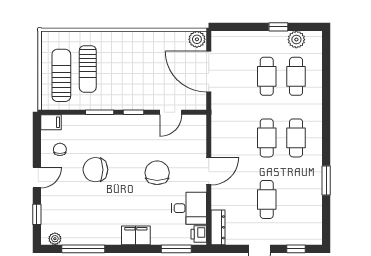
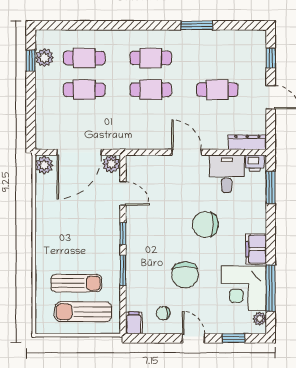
window: (278, 27) -> (31, 61), moved
plant: (198, 101) -> (111, 164), added
chair: (157, 173) -> (205, 224), moved
corner desk: (83, 224) -> (244, 288), added
filing cabinet: (136, 235) -> (256, 249), moved

